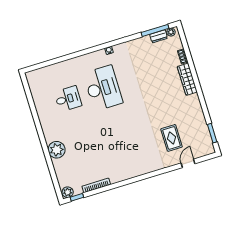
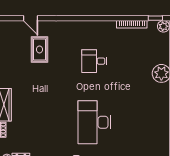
desk: (68, 99) -> (94, 61), moved
door: (188, 163) -> (31, 18), hinge flipped

